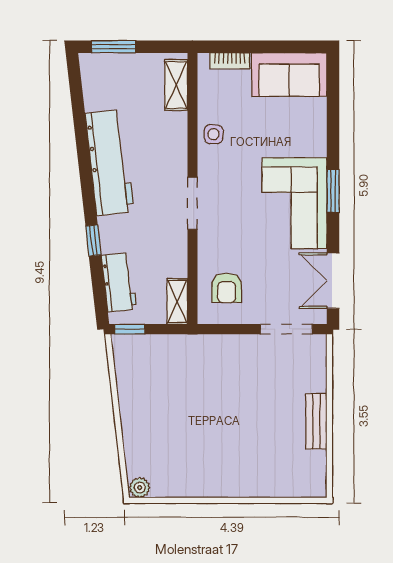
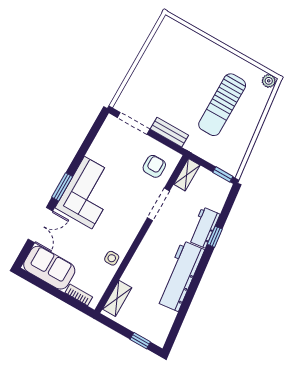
window: (114, 47) -> (140, 341), width x0.67
doorway: (192, 203) -> (158, 204), moved
double door: (333, 281) -> (40, 225), moved
workbench: (119, 282) -> (204, 228), moved
sun lounger: (183, 421) -> (222, 105), added
bench: (316, 421) -> (169, 132), moved, turned 90

